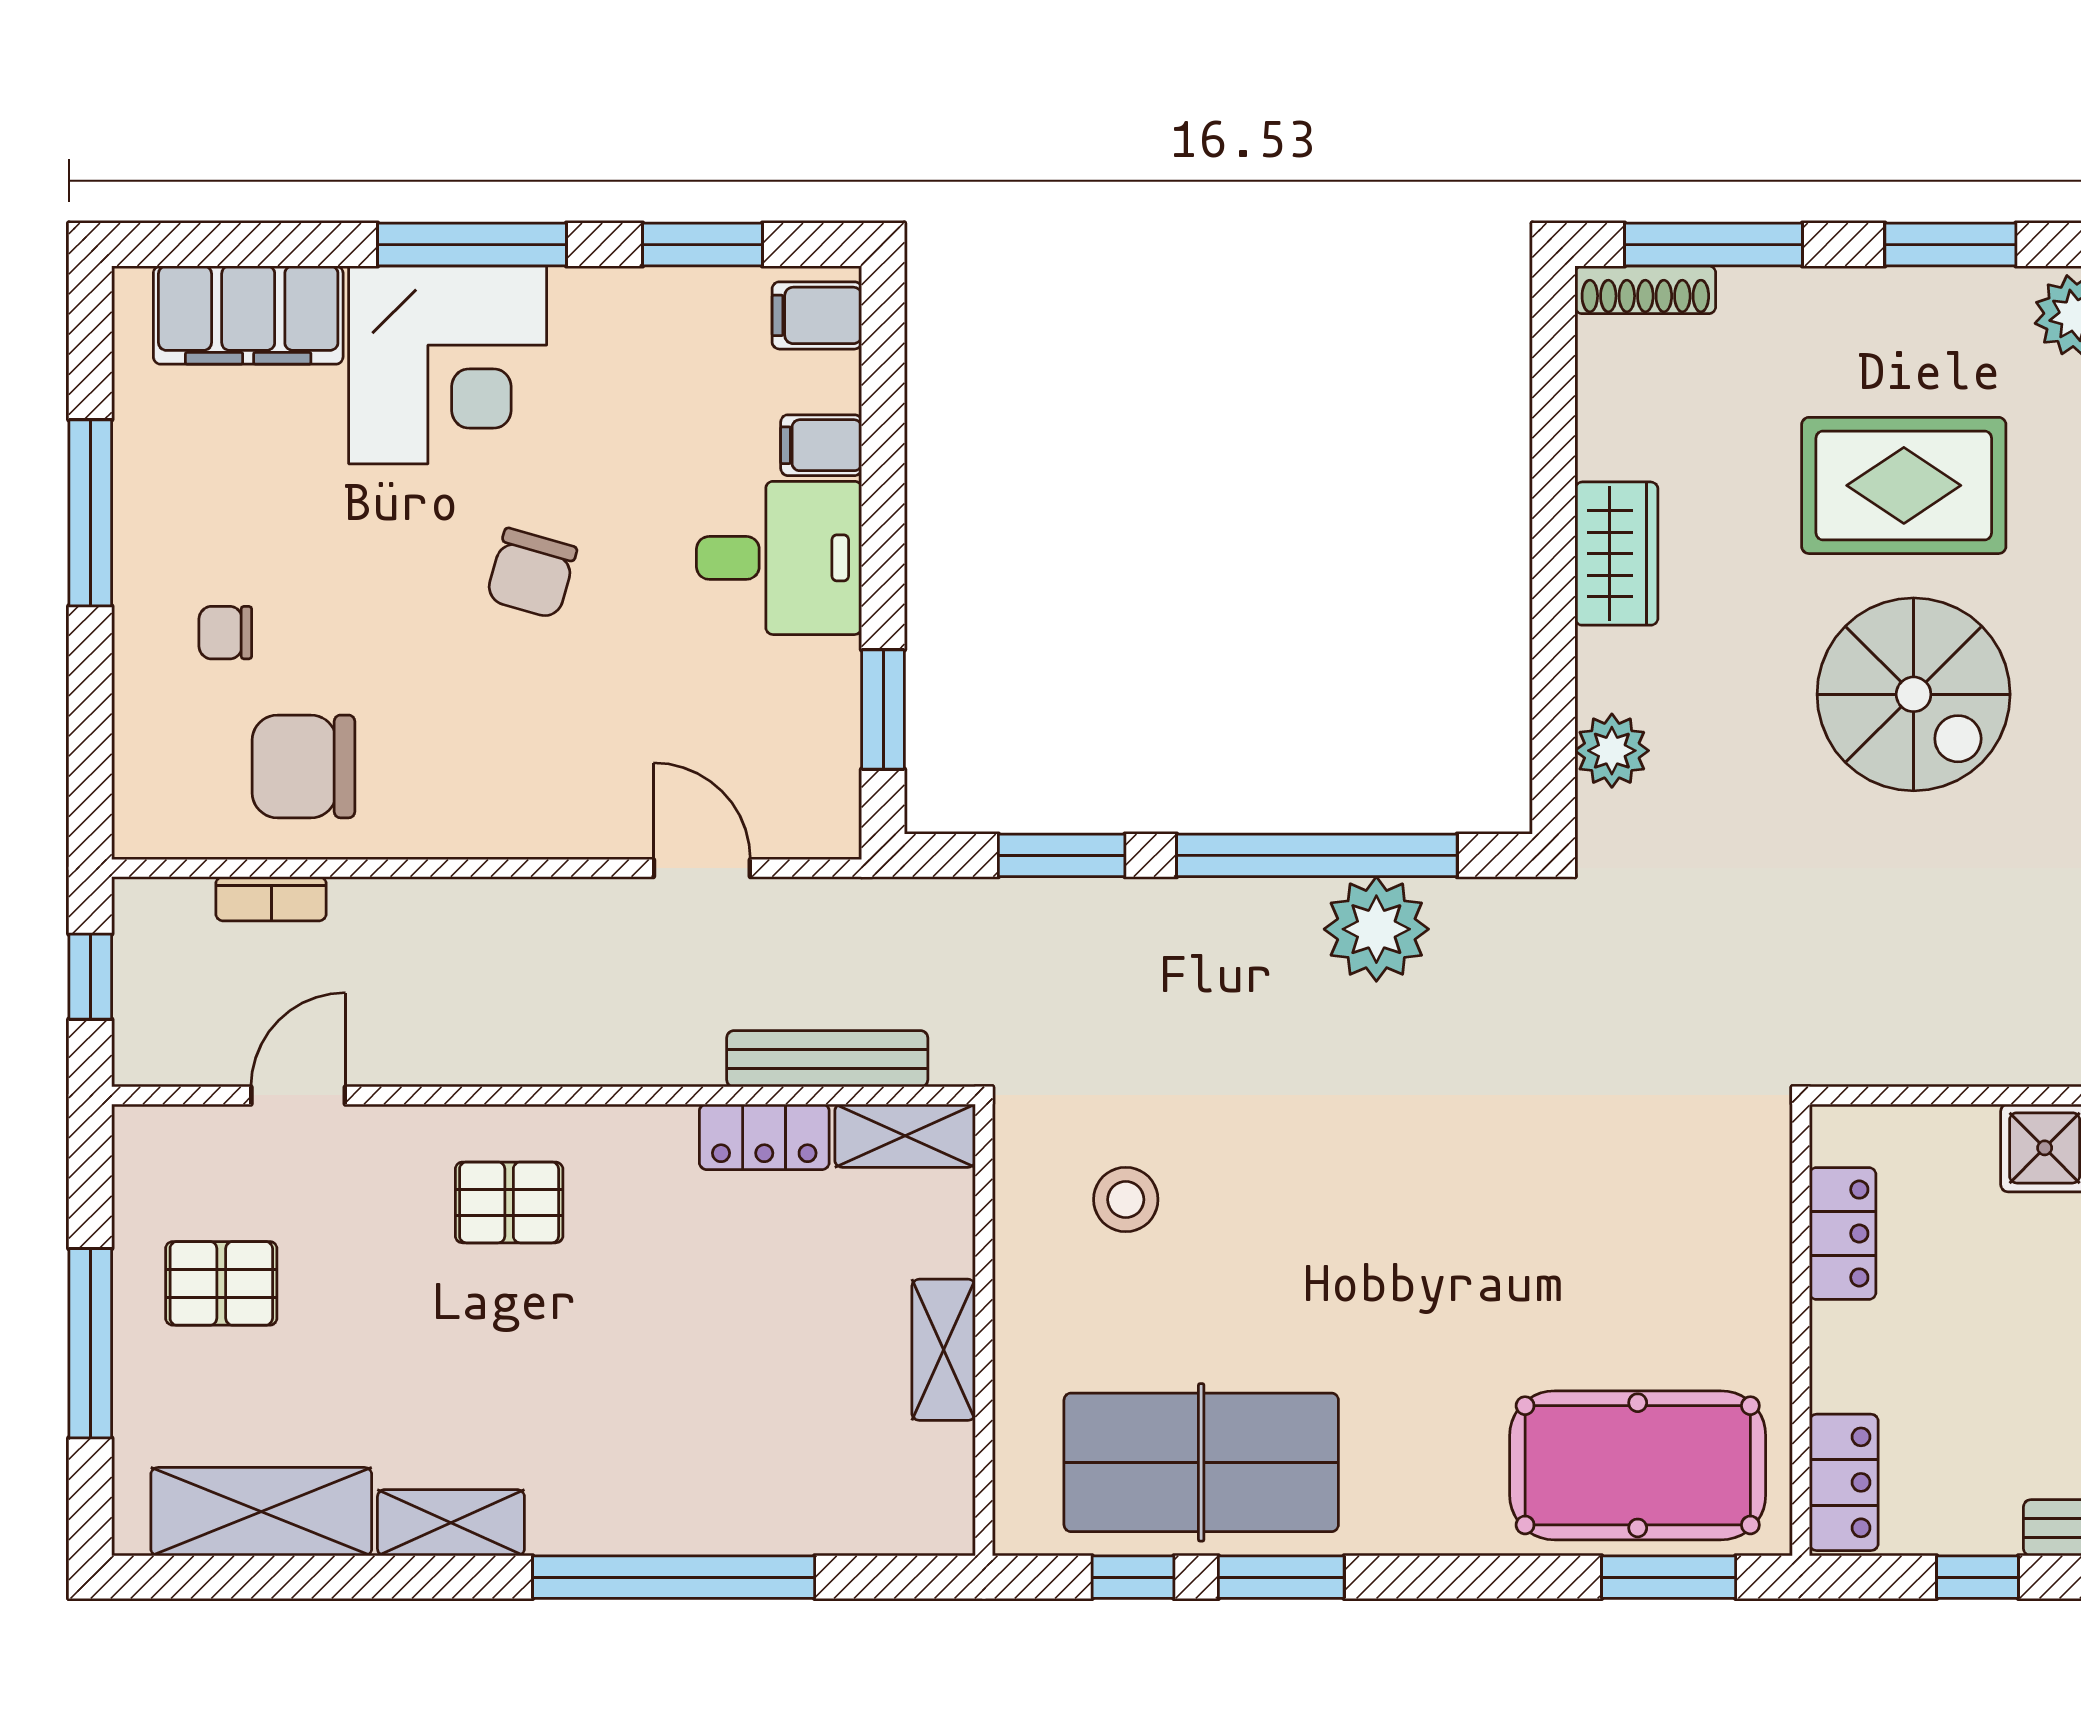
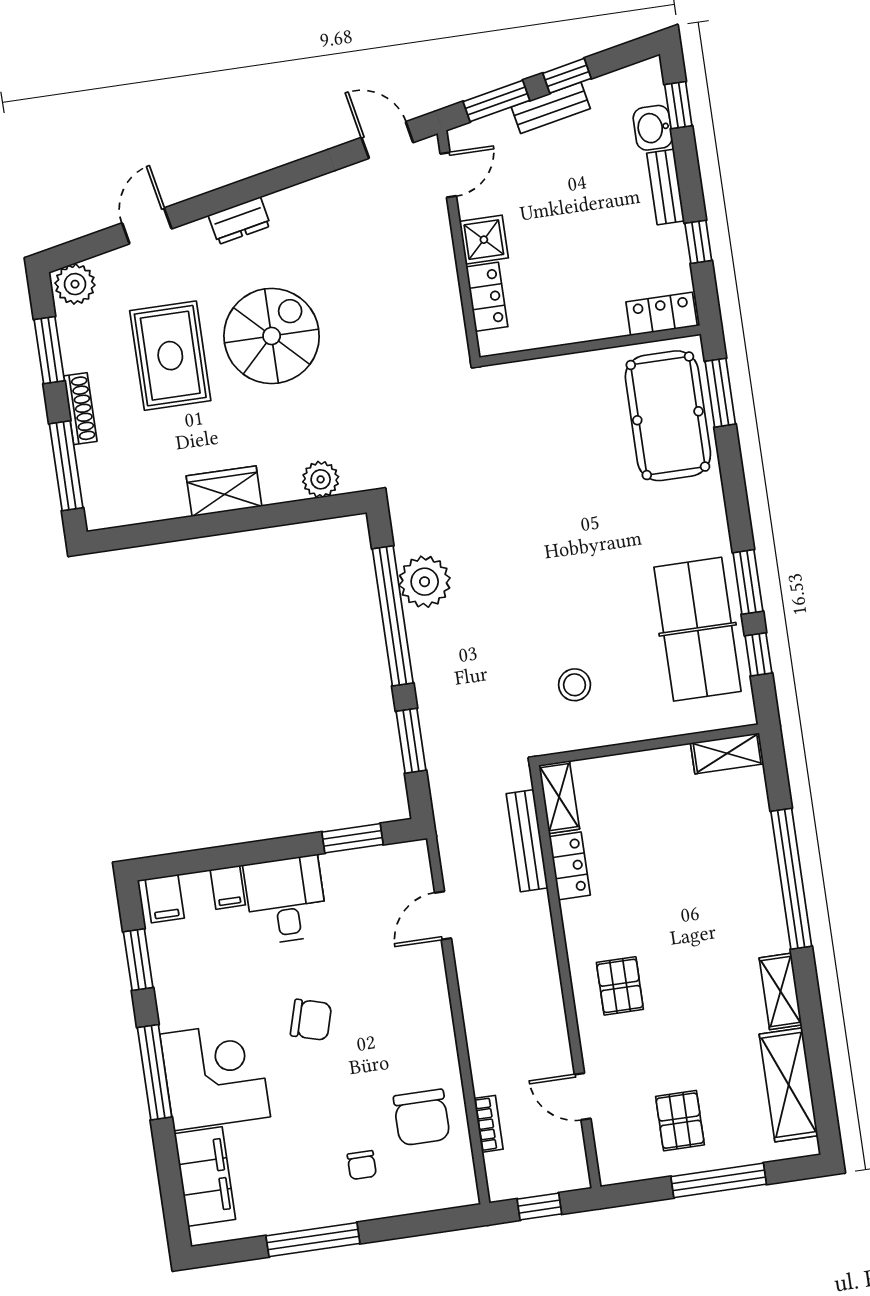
shoe rack: (1645, 290) -> (80, 409), moved
locker: (1843, 1233) -> (487, 297), moved, turned 90
shelving: (944, 1350) -> (727, 753), moved

